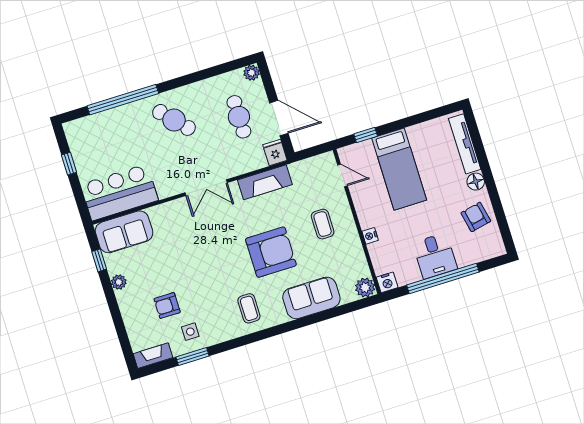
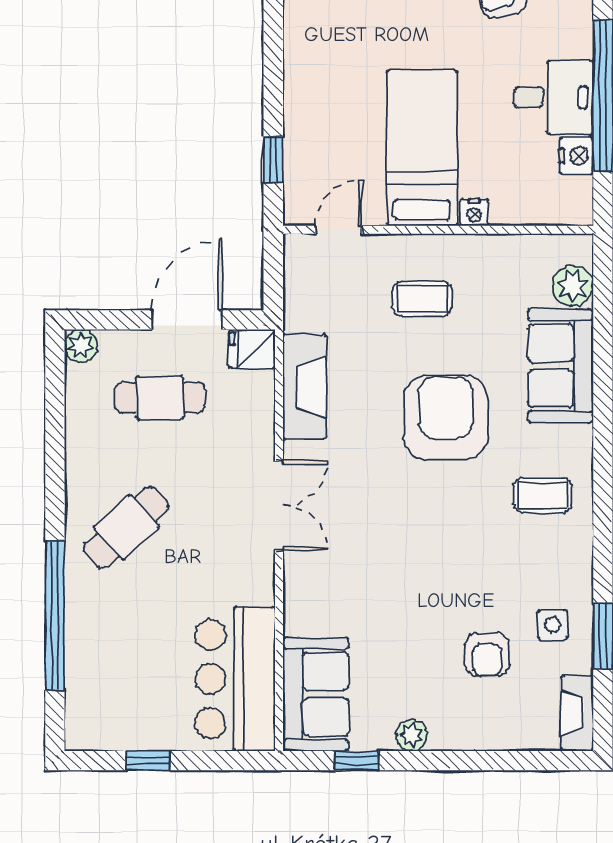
bed: (399, 169) -> (422, 148), moved, turned -90
nightstand: (387, 282) -> (576, 156), moved
plant: (365, 287) -> (573, 286), moved

